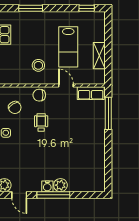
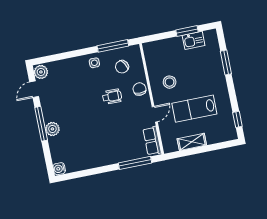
water cooler: (47, 186) -> (59, 169), moved

